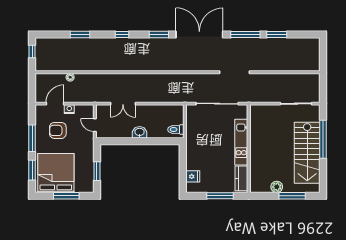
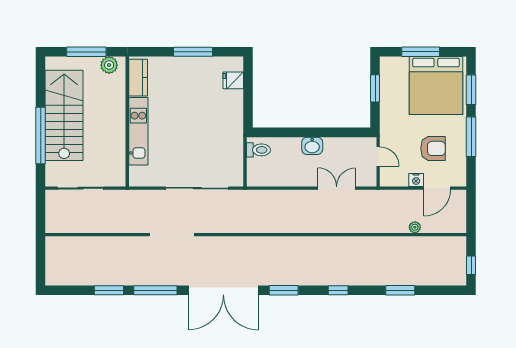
kitchen unit: (241, 142) -> (138, 131), moved
wall: (249, 149) -> (127, 122), moved
kitchen counter: (241, 178) -> (138, 78), moved

